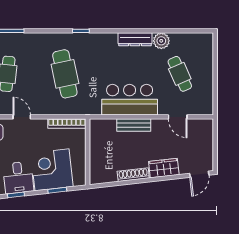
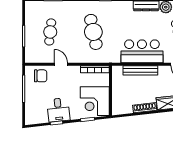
bench: (134, 125) -> (140, 70), width x1.36
corner desk: (52, 170) -> (95, 101), moved, turned -84

